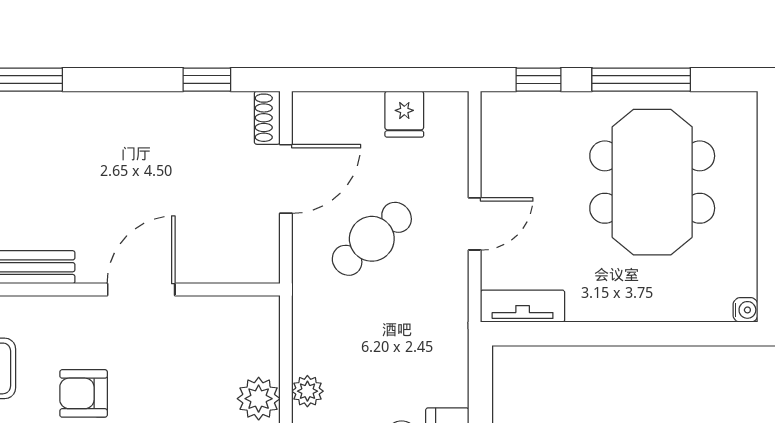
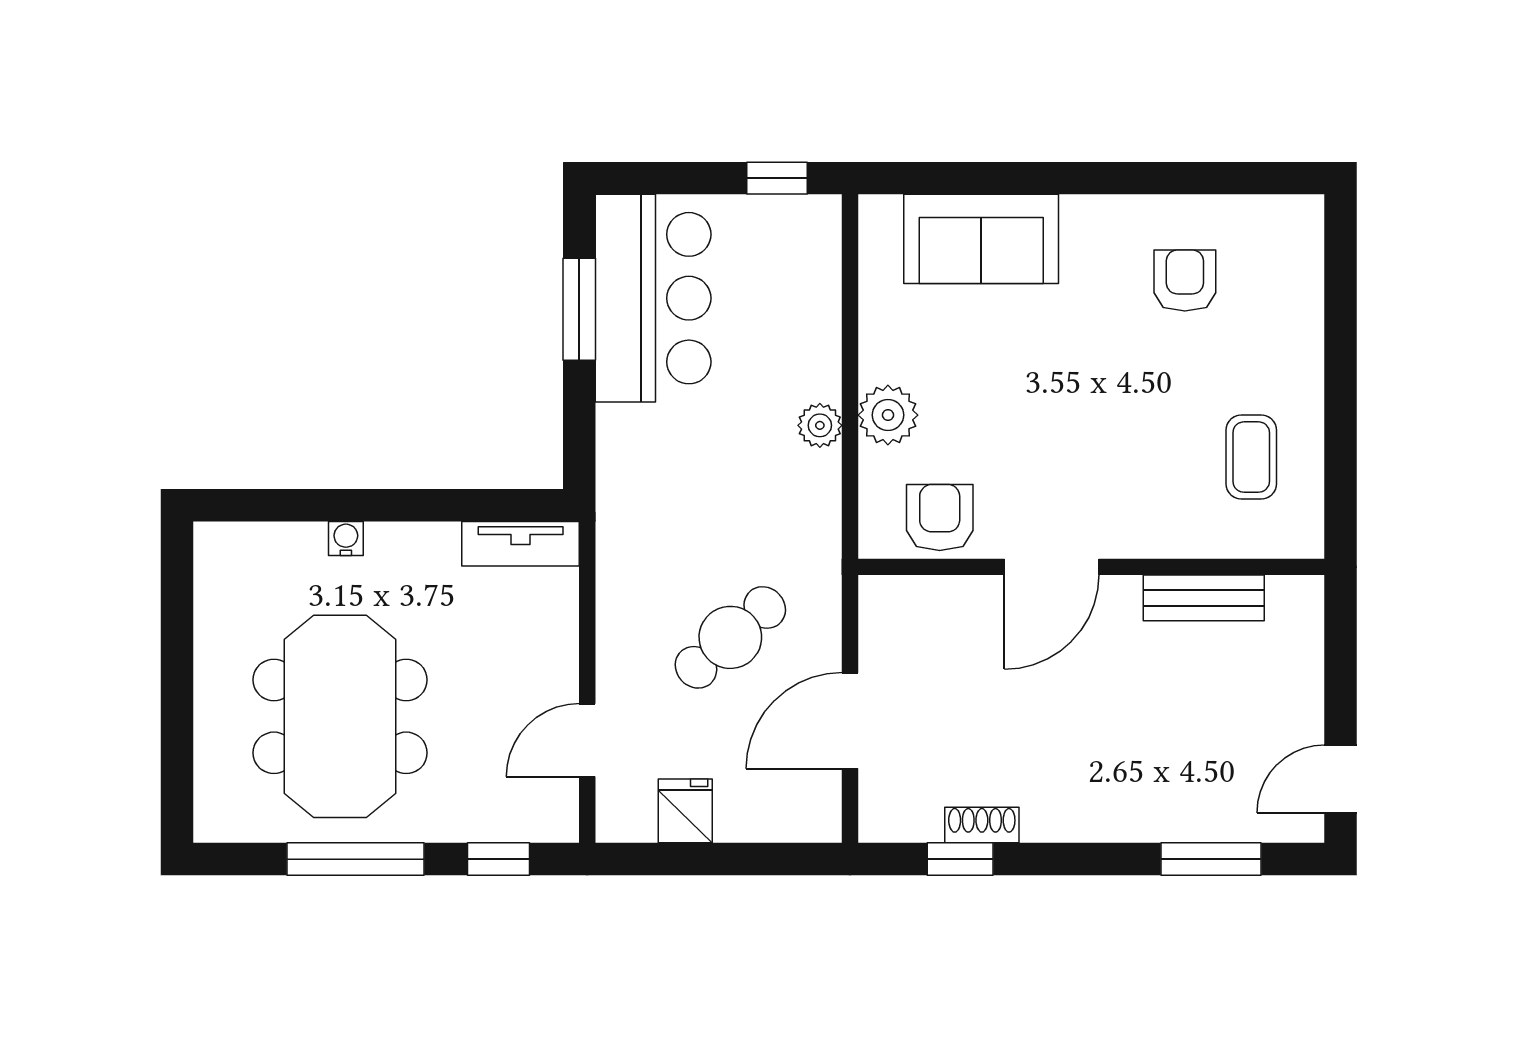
shoe rack: (267, 118) -> (982, 825), moved, turned -90
door: (475, 224) -> (587, 740), moved
water cooler: (745, 310) -> (346, 538), moved, turned 90
armchair: (84, 393) -> (940, 517), moved, turned -90

